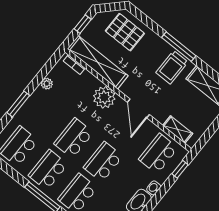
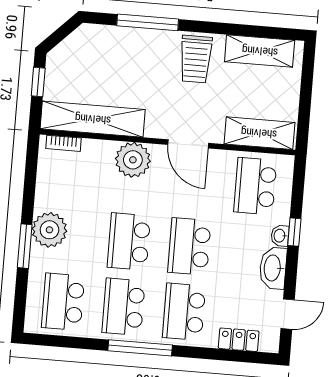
pallet: (125, 32) -> (102, 55), removed
window: (179, 47) -> (148, 22), moved
plant: (47, 84) -> (49, 230), moved, width x1.88, depth x1.88
shelving: (178, 130) -> (259, 133), width x1.50, depth x1.33
window: (180, 169) -> (294, 232), moved

